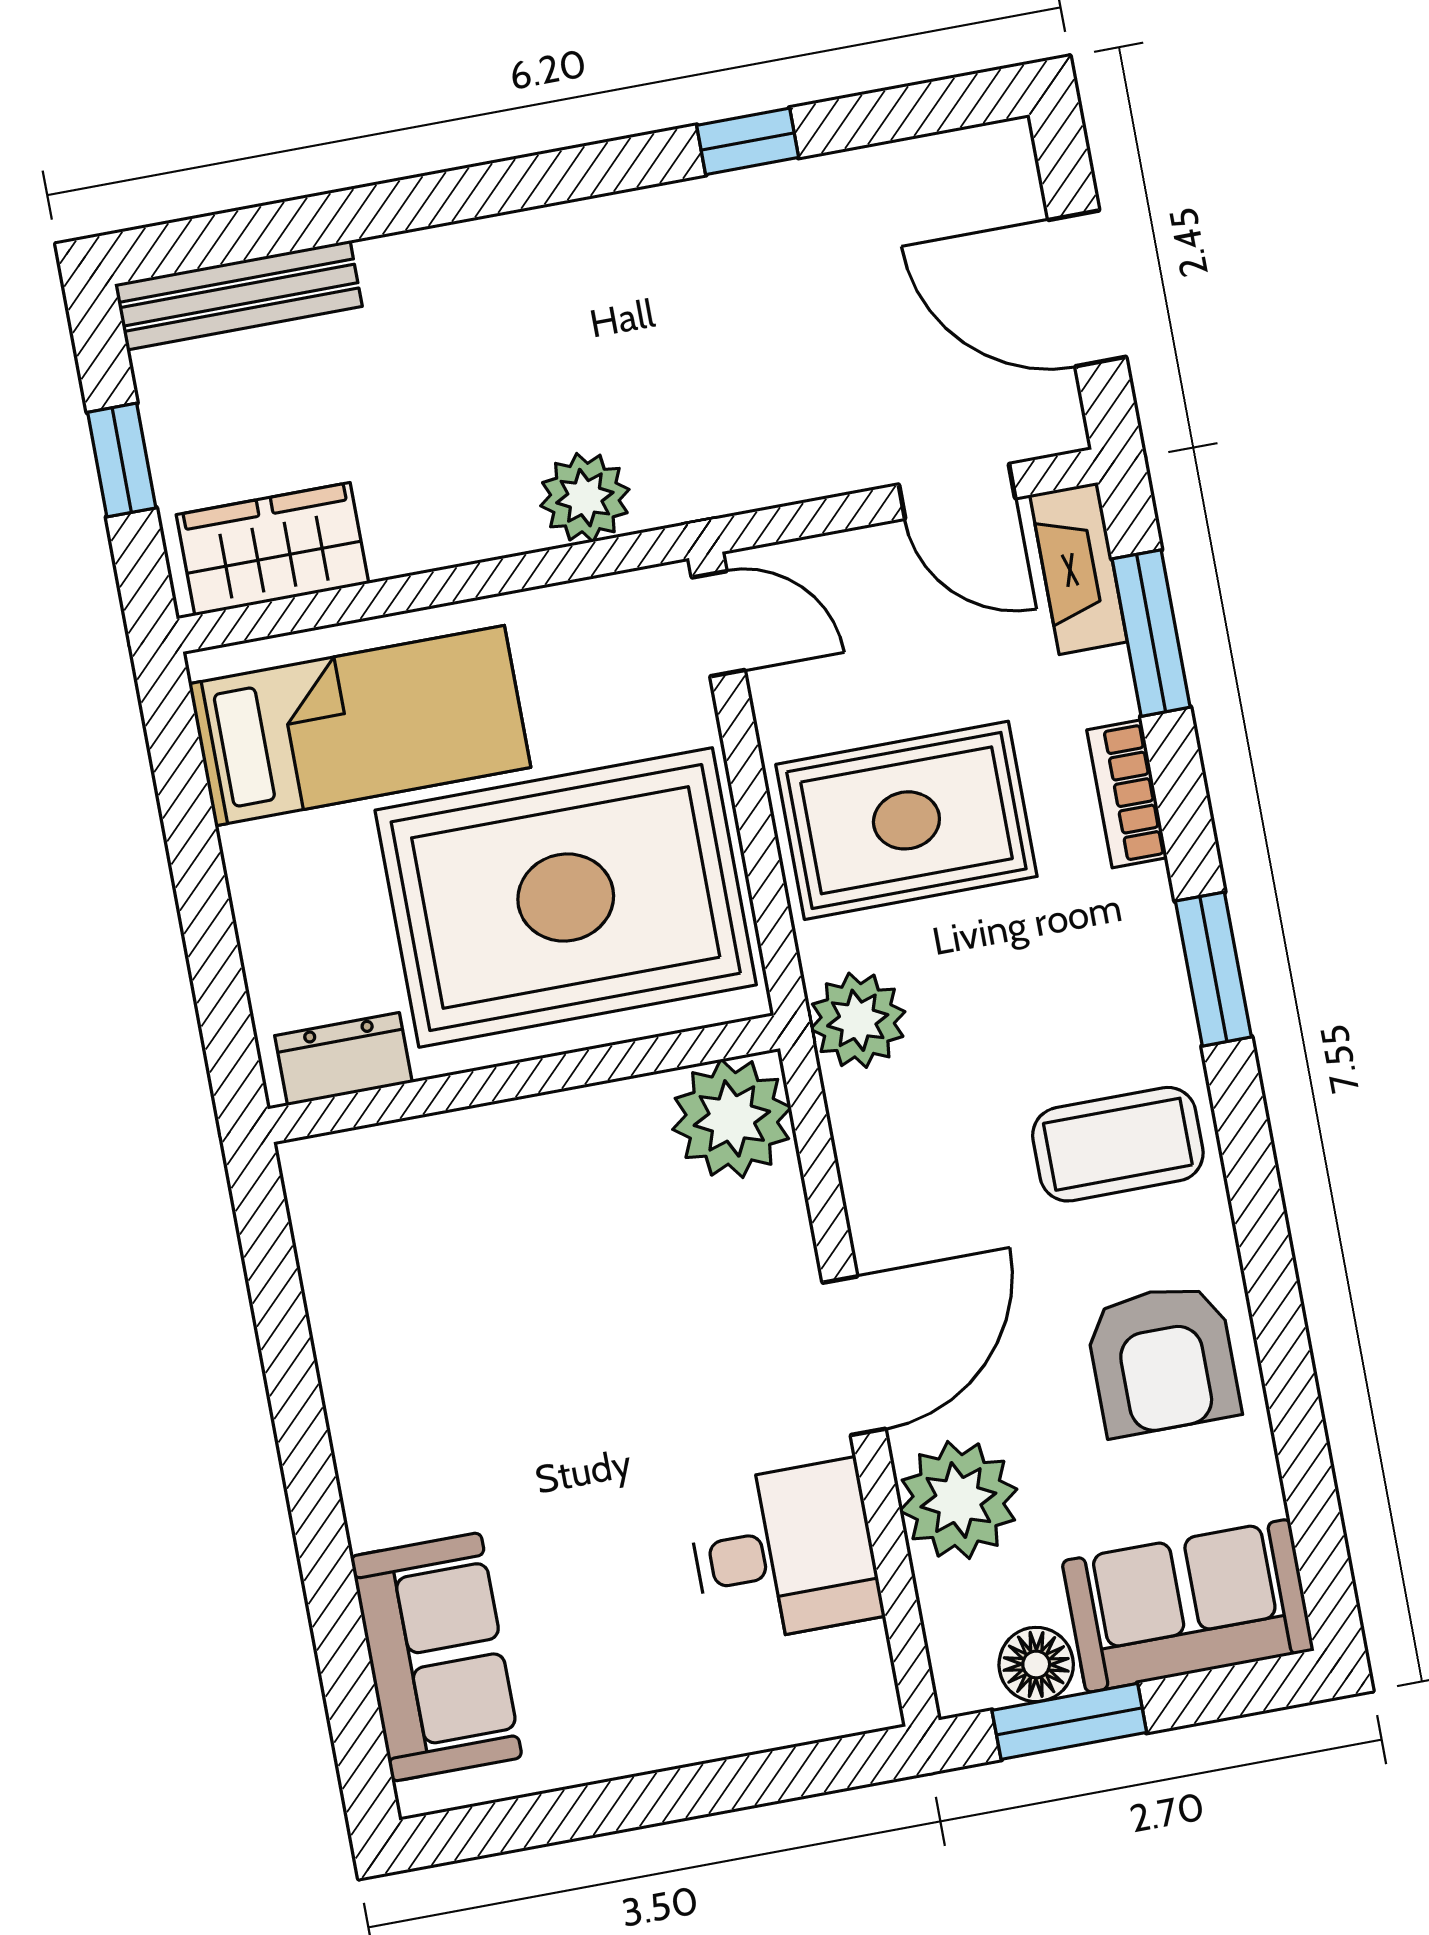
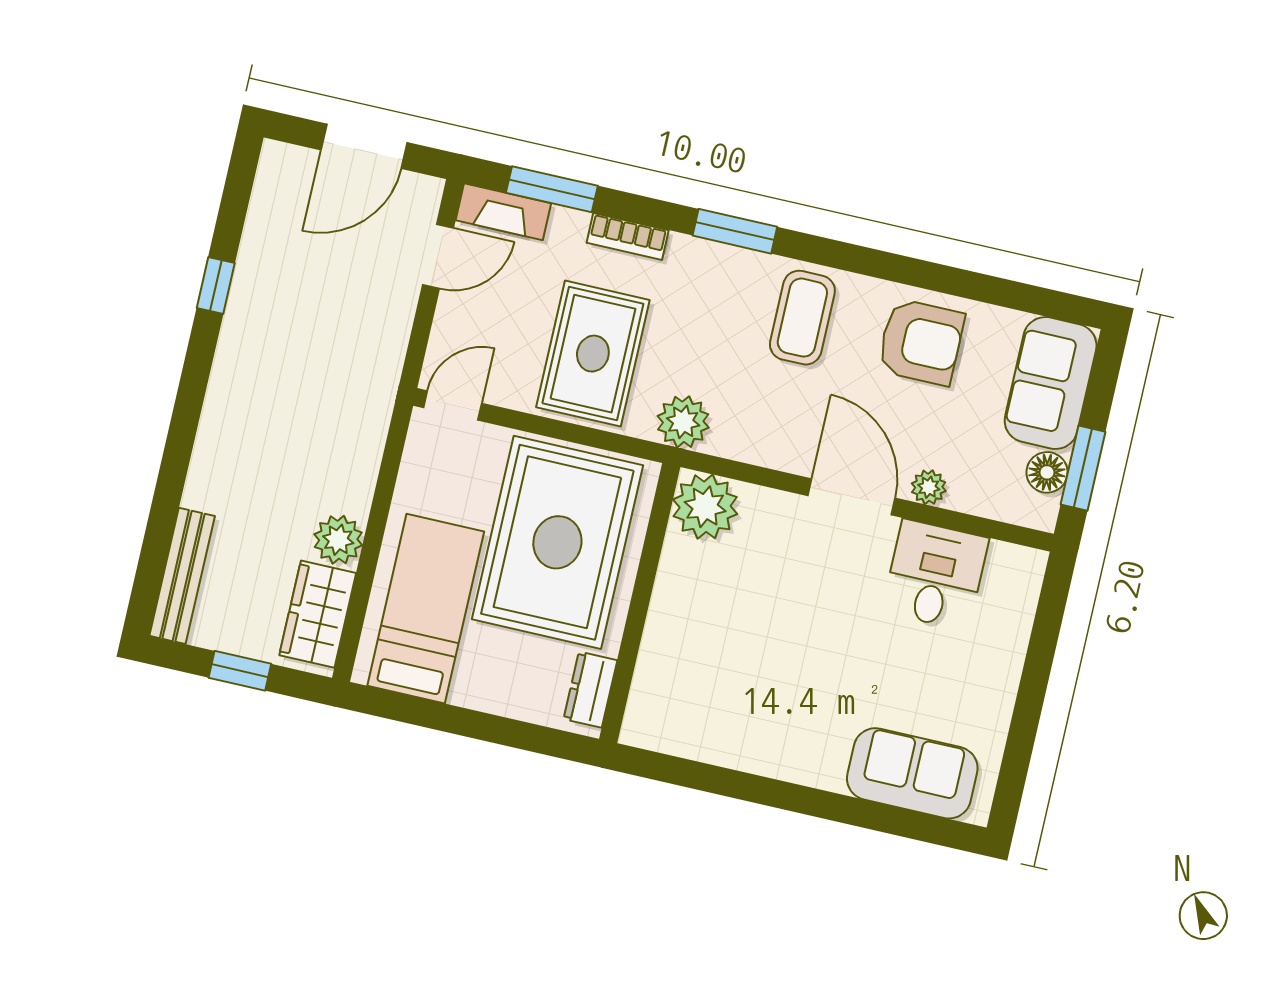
plant: (585, 498) -> (338, 540), moved
plant: (958, 1500) -> (929, 487), width x0.53, depth x0.53

